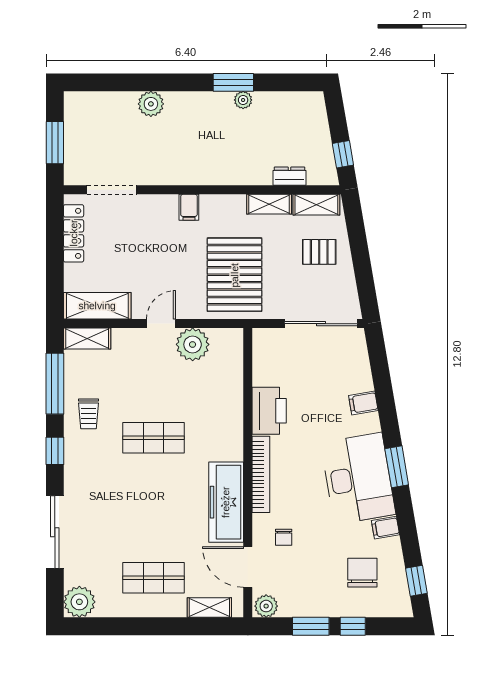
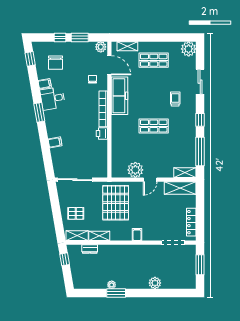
printer: (269, 411) -> (102, 134), width x0.53, depth x0.68
trolley: (89, 414) -> (175, 99), moved
desk: (358, 478) -> (53, 98), width x0.53, depth x0.77
sliding door: (55, 532) -> (200, 82), width x0.73

